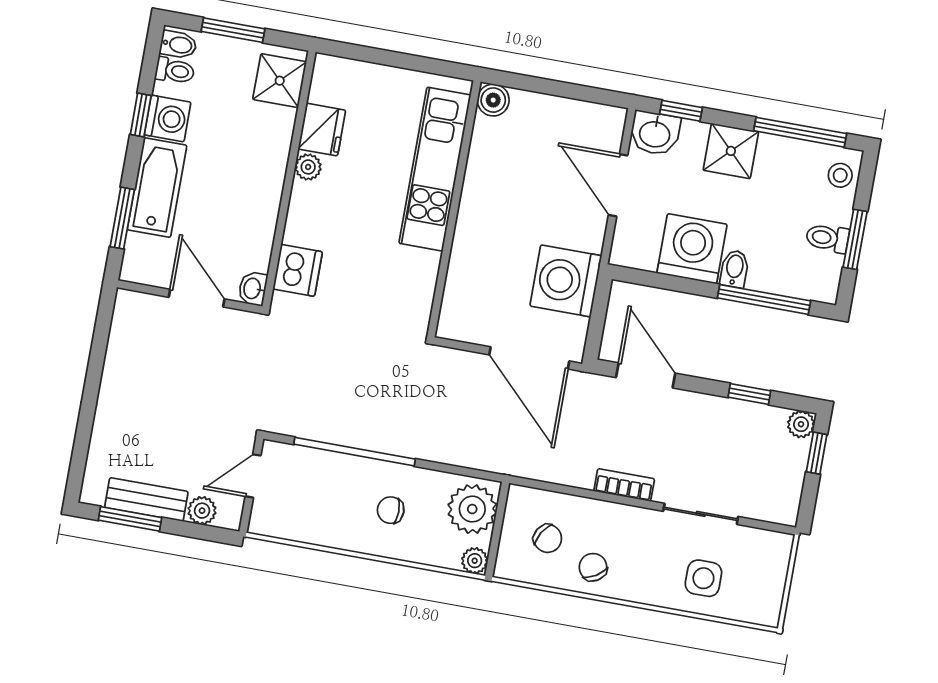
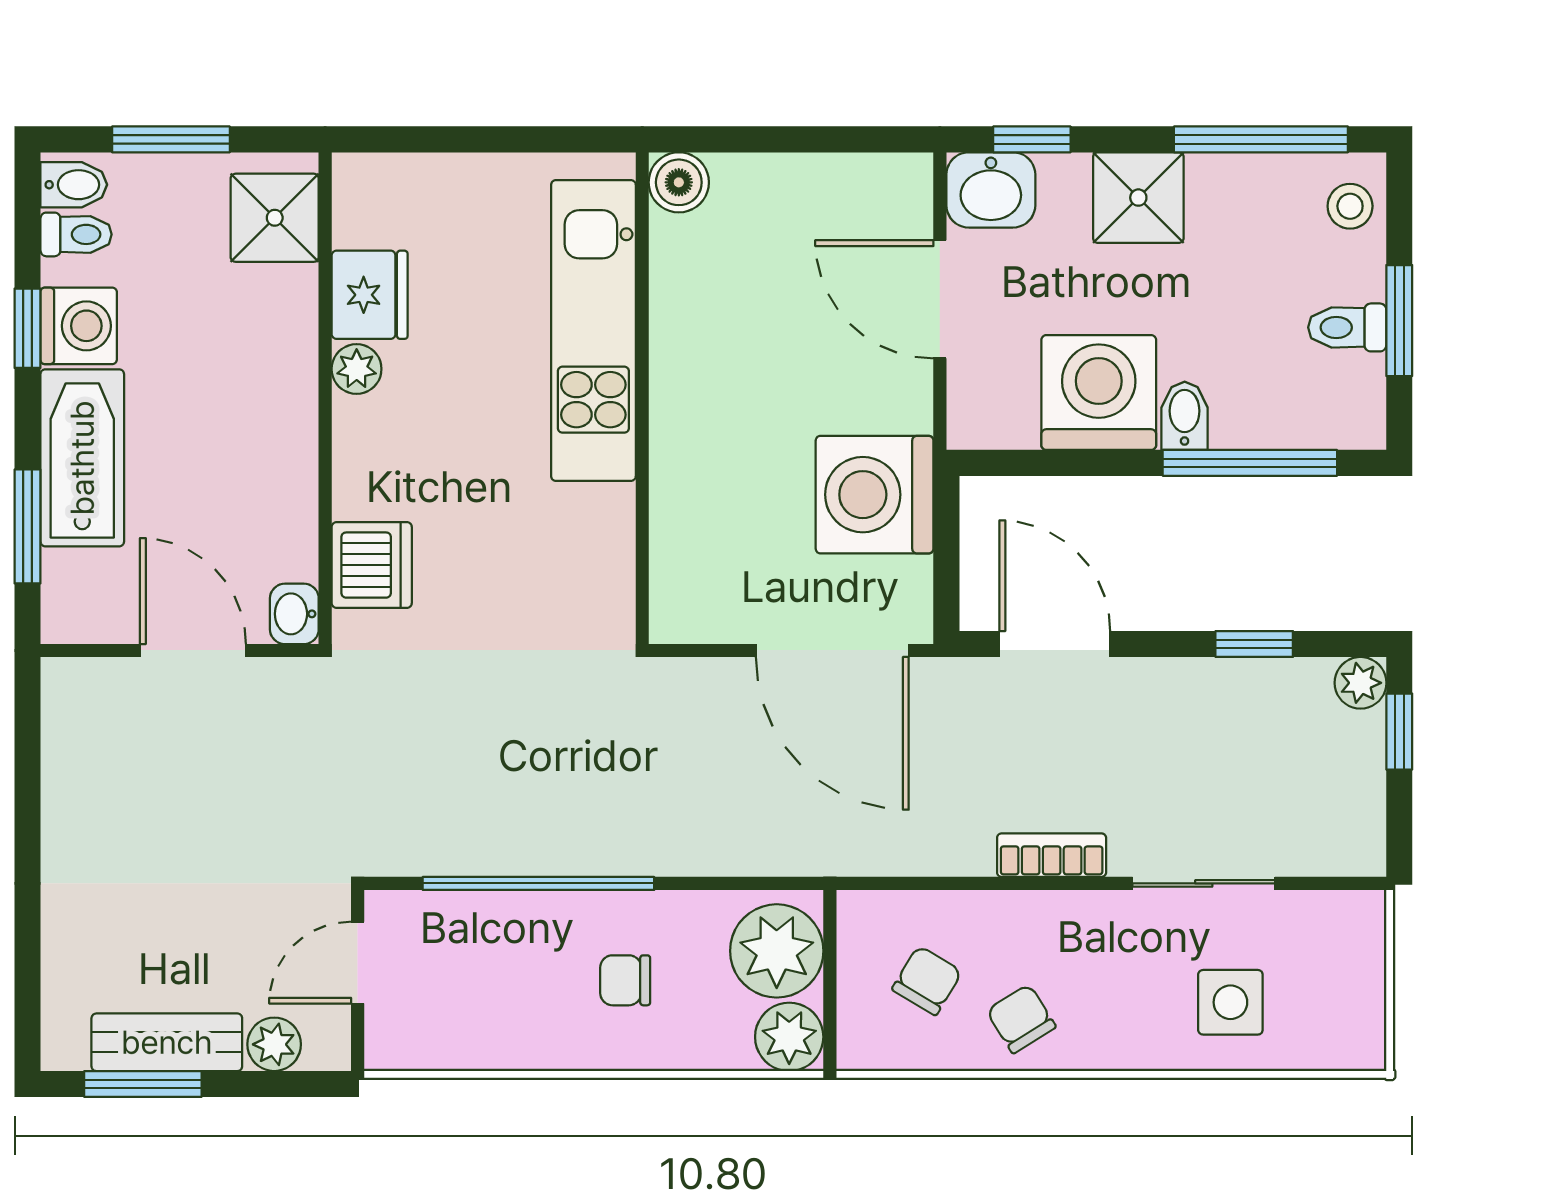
chair: (548, 538) -> (927, 980), turned -90
plant: (475, 561) -> (789, 1037), width x1.38, depth x1.38

